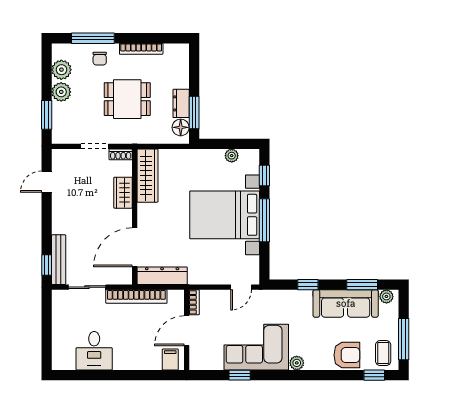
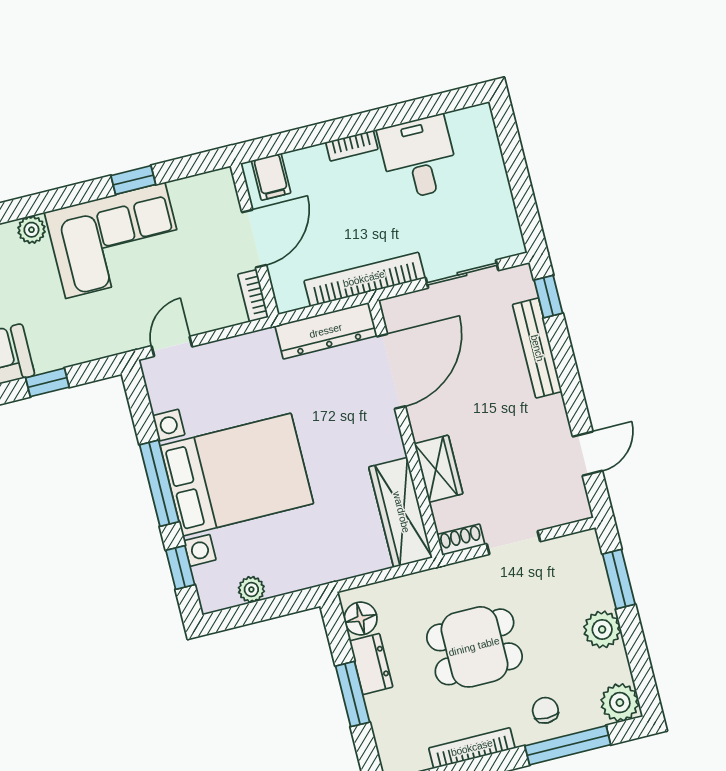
plant: (61, 70) -> (620, 703), moved
window: (194, 113) -> (353, 694), moved
bench: (59, 260) -> (537, 348), moved
bookcase: (126, 365) -> (352, 146), added

